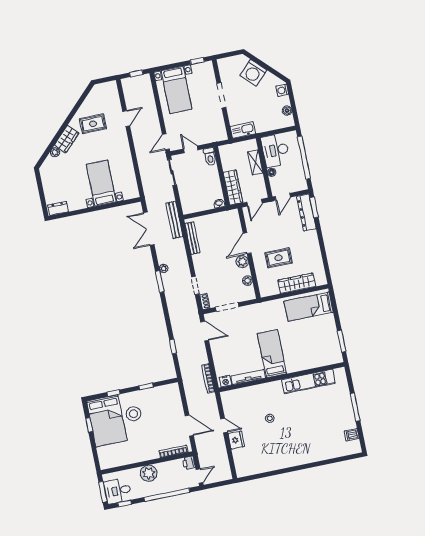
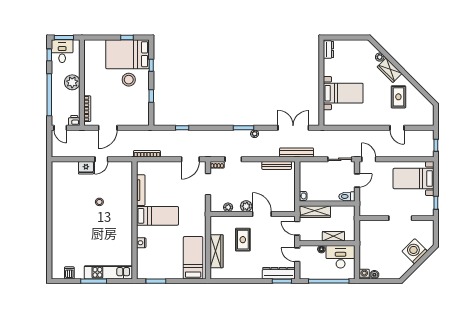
washing machine: (282, 90) -> (364, 274), moved
kitchen sink: (243, 130) -> (365, 231), removed
nightstand: (225, 381) -> (141, 243), moved
kitchen unit: (308, 381) -> (108, 272), moved, turned 90

